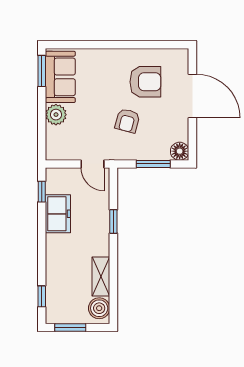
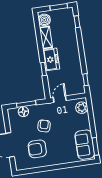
plant: (56, 115) -> (82, 108), moved
floor lamp: (180, 151) -> (23, 112), moved
door: (92, 164) -> (60, 99), hinge flipped
freezer: (58, 214) -> (51, 59), moved, turned 180

